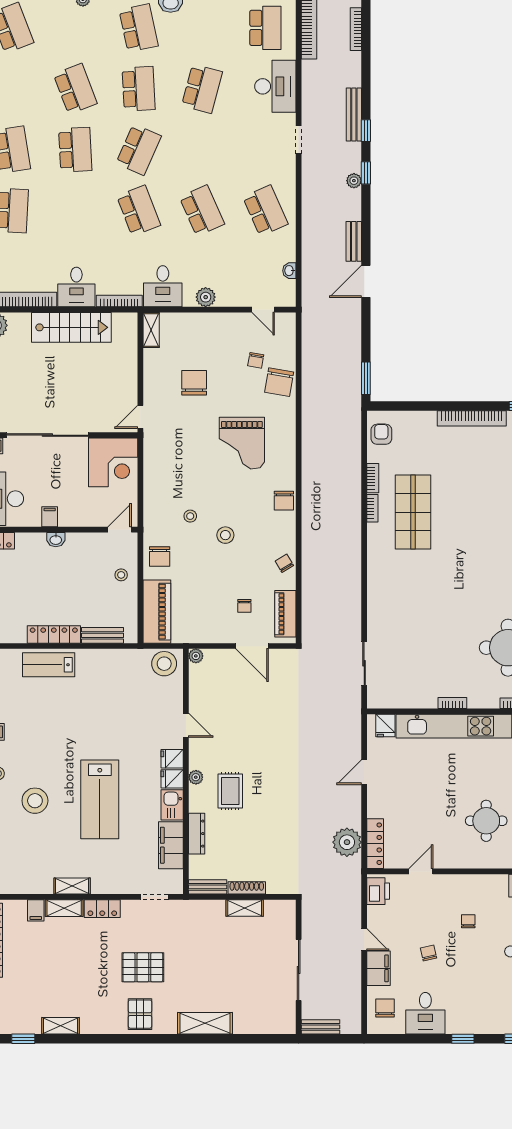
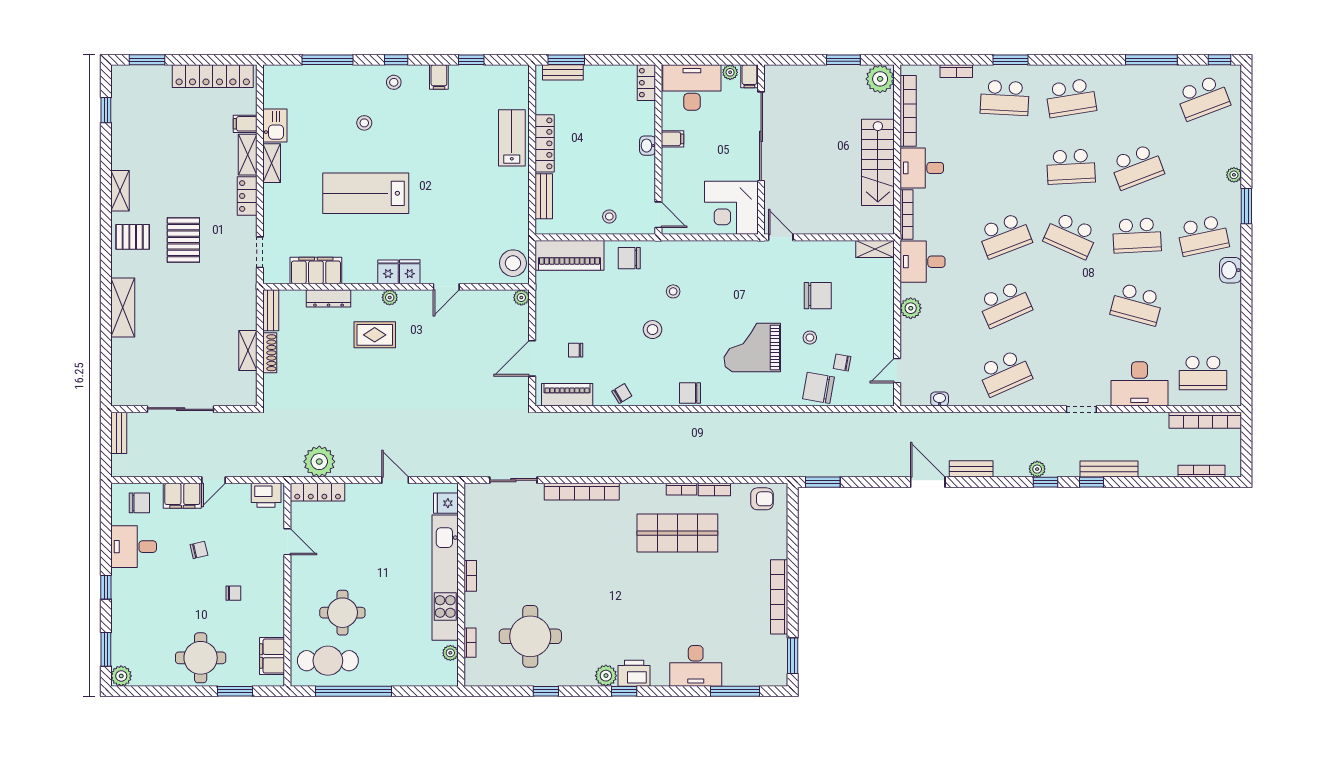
stool: (233, 390) -> (810, 338), added
bookcase: (375, 600) -> (582, 492), added
stool: (35, 801) -> (364, 123), width x0.53, depth x0.53
kitchen sink: (172, 805) -> (275, 125), moved, turned 90
shelving: (60, 1026) -> (120, 191), moved

